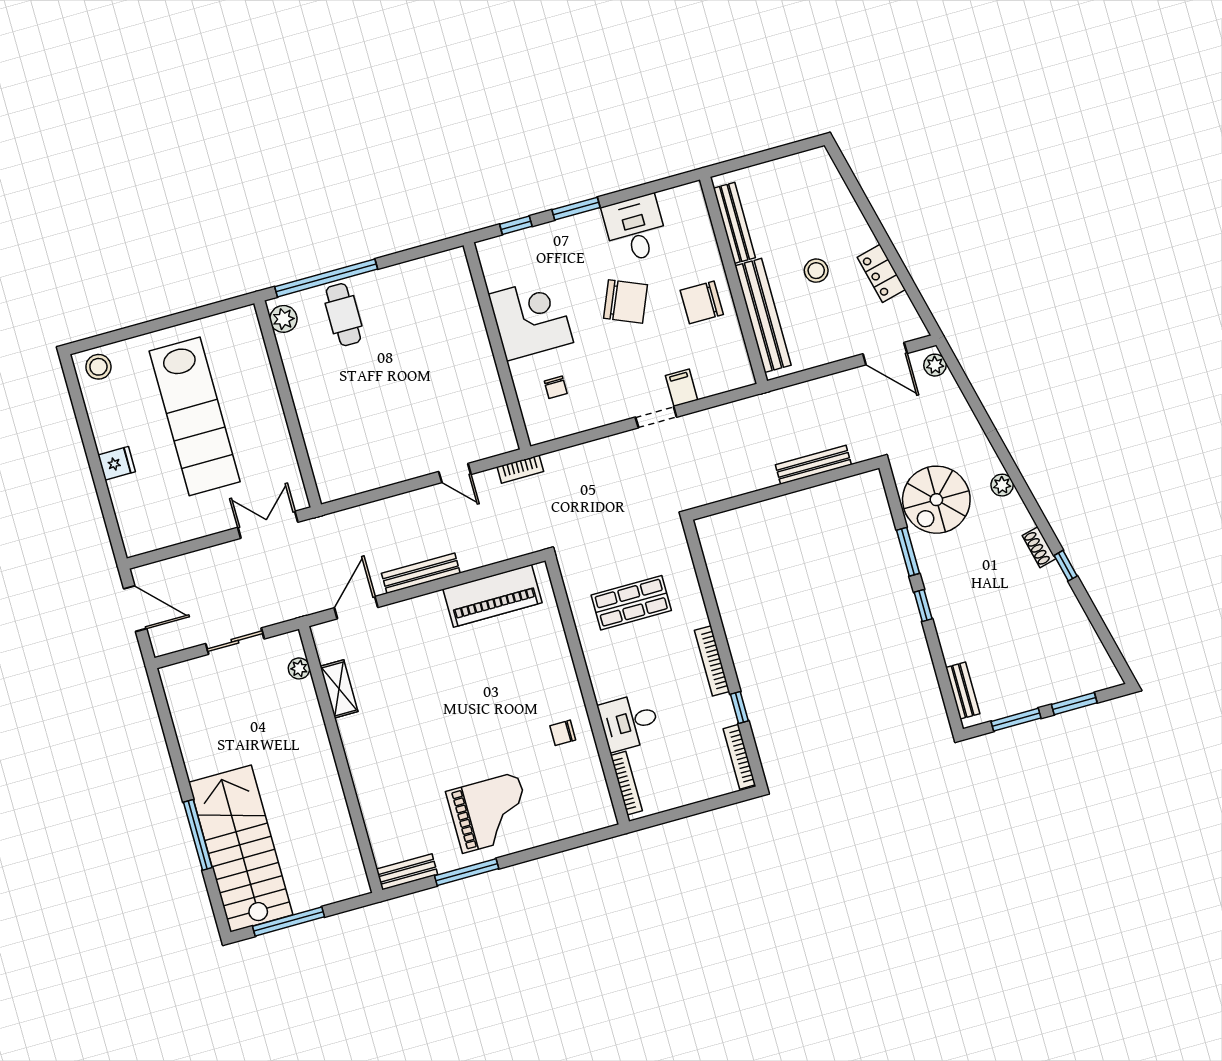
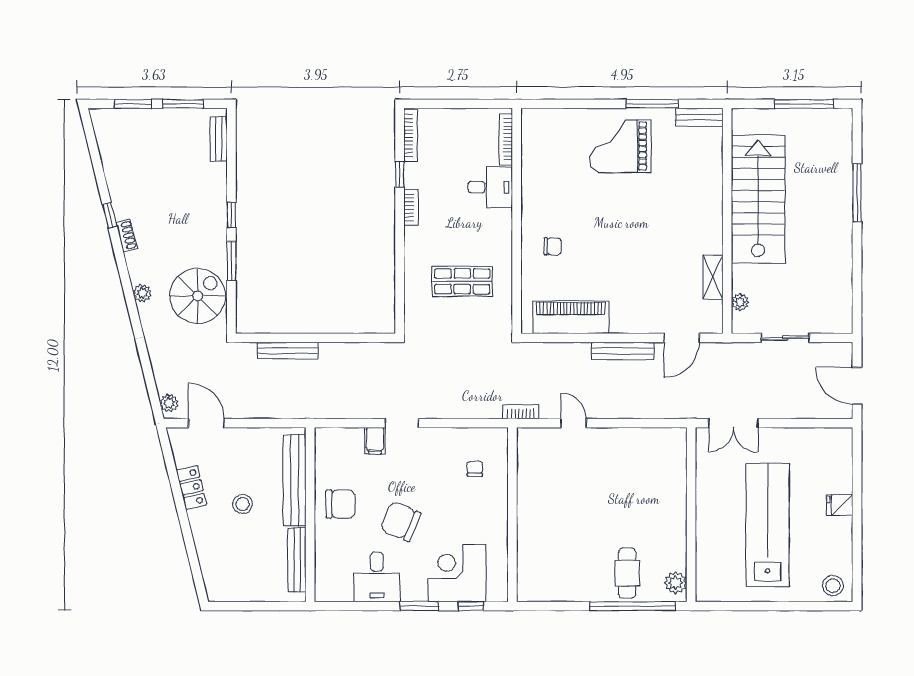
corner desk: (531, 318) -> (457, 573), moved, turned 90
bookcase: (712, 661) -> (411, 207), width x0.64
chair: (563, 733) -> (553, 246), moved
stairs: (241, 849) -> (758, 199), moved, turned 180

